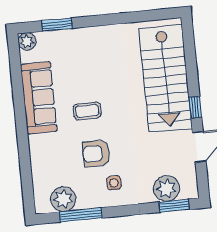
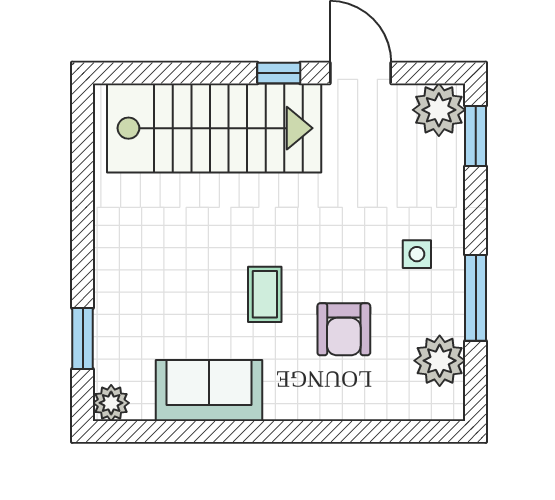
sofa: (39, 98) -> (209, 390), width x0.73
armchair: (96, 153) -> (344, 329), moved
plant: (166, 189) -> (439, 110), moved
window: (81, 215) -> (476, 298), moved

